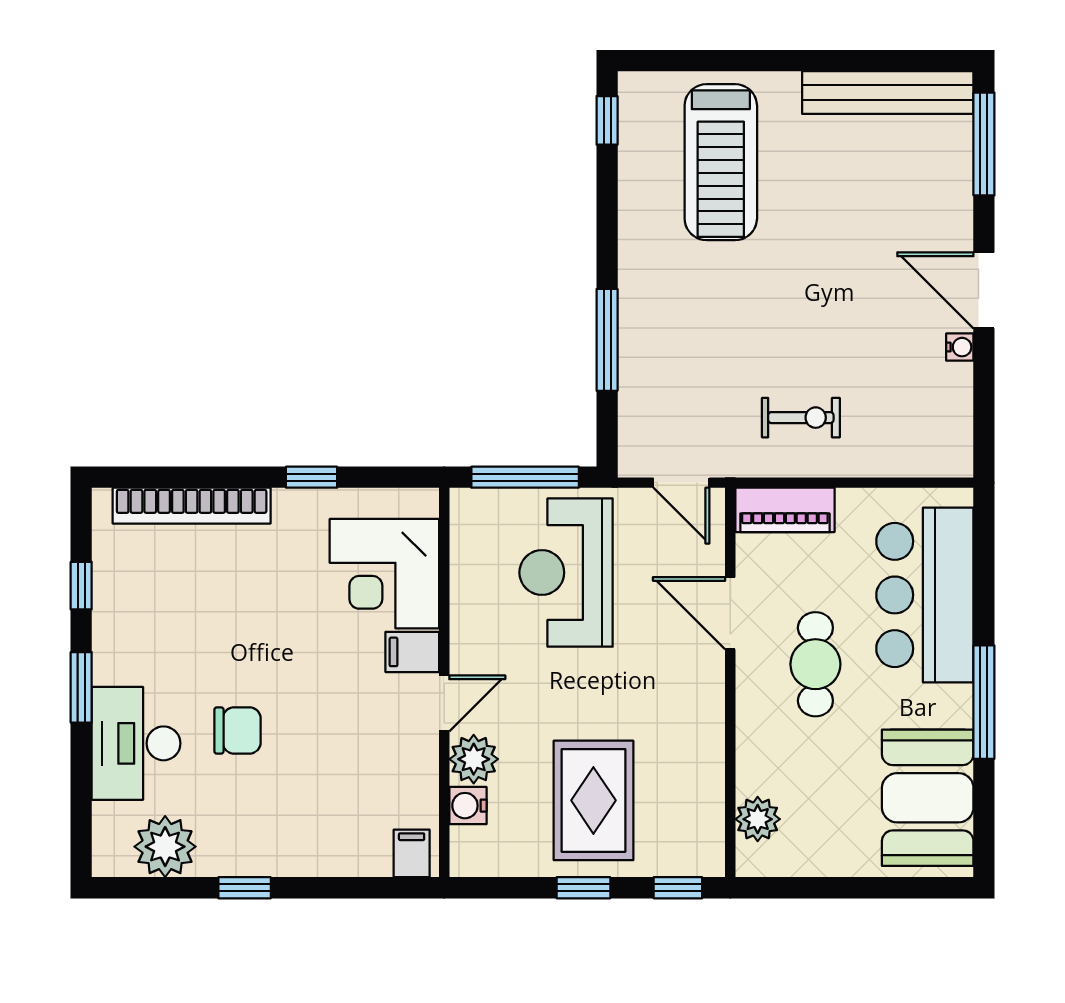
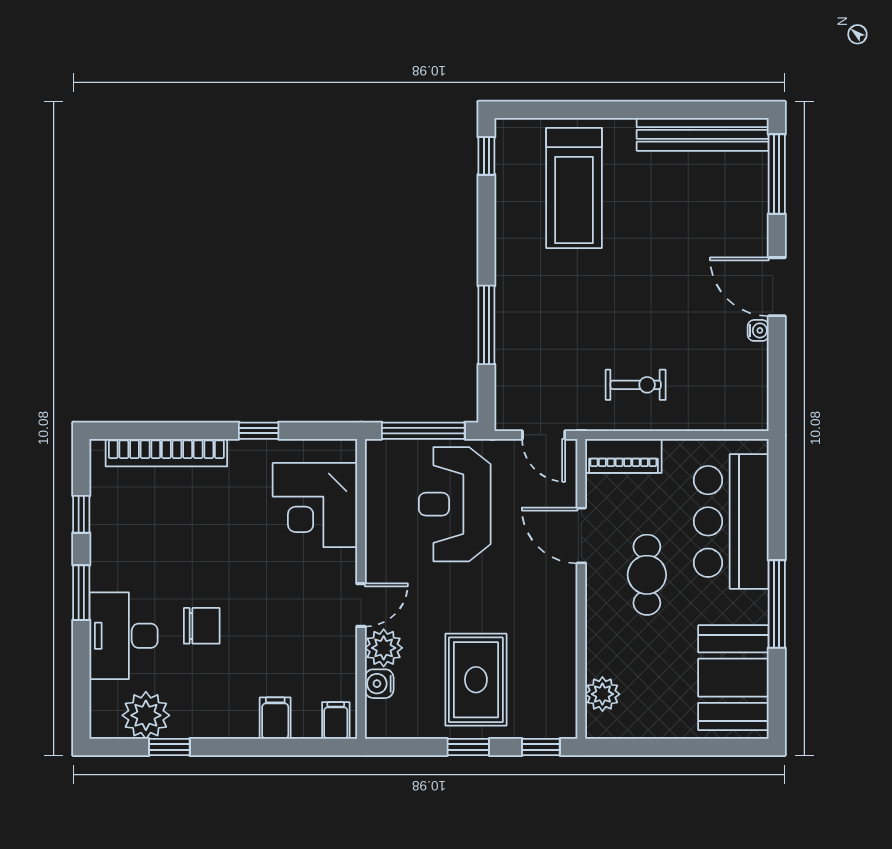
filing cabinet: (412, 652) -> (275, 718), moved, turned 90
window: (245, 888) -> (169, 747), moved

